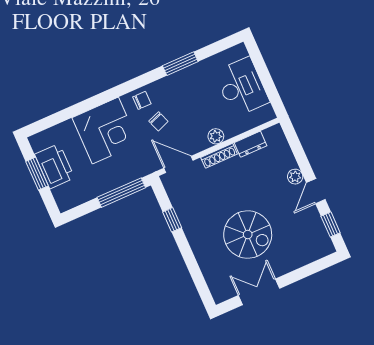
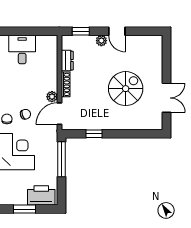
desk: (242, 87) -> (22, 50), width x0.73
plant: (216, 136) -> (52, 97), moved
printer: (55, 166) -> (41, 195), moved
window: (331, 224) -> (81, 31), moved
double door: (259, 292) -> (166, 98), swing flipped

